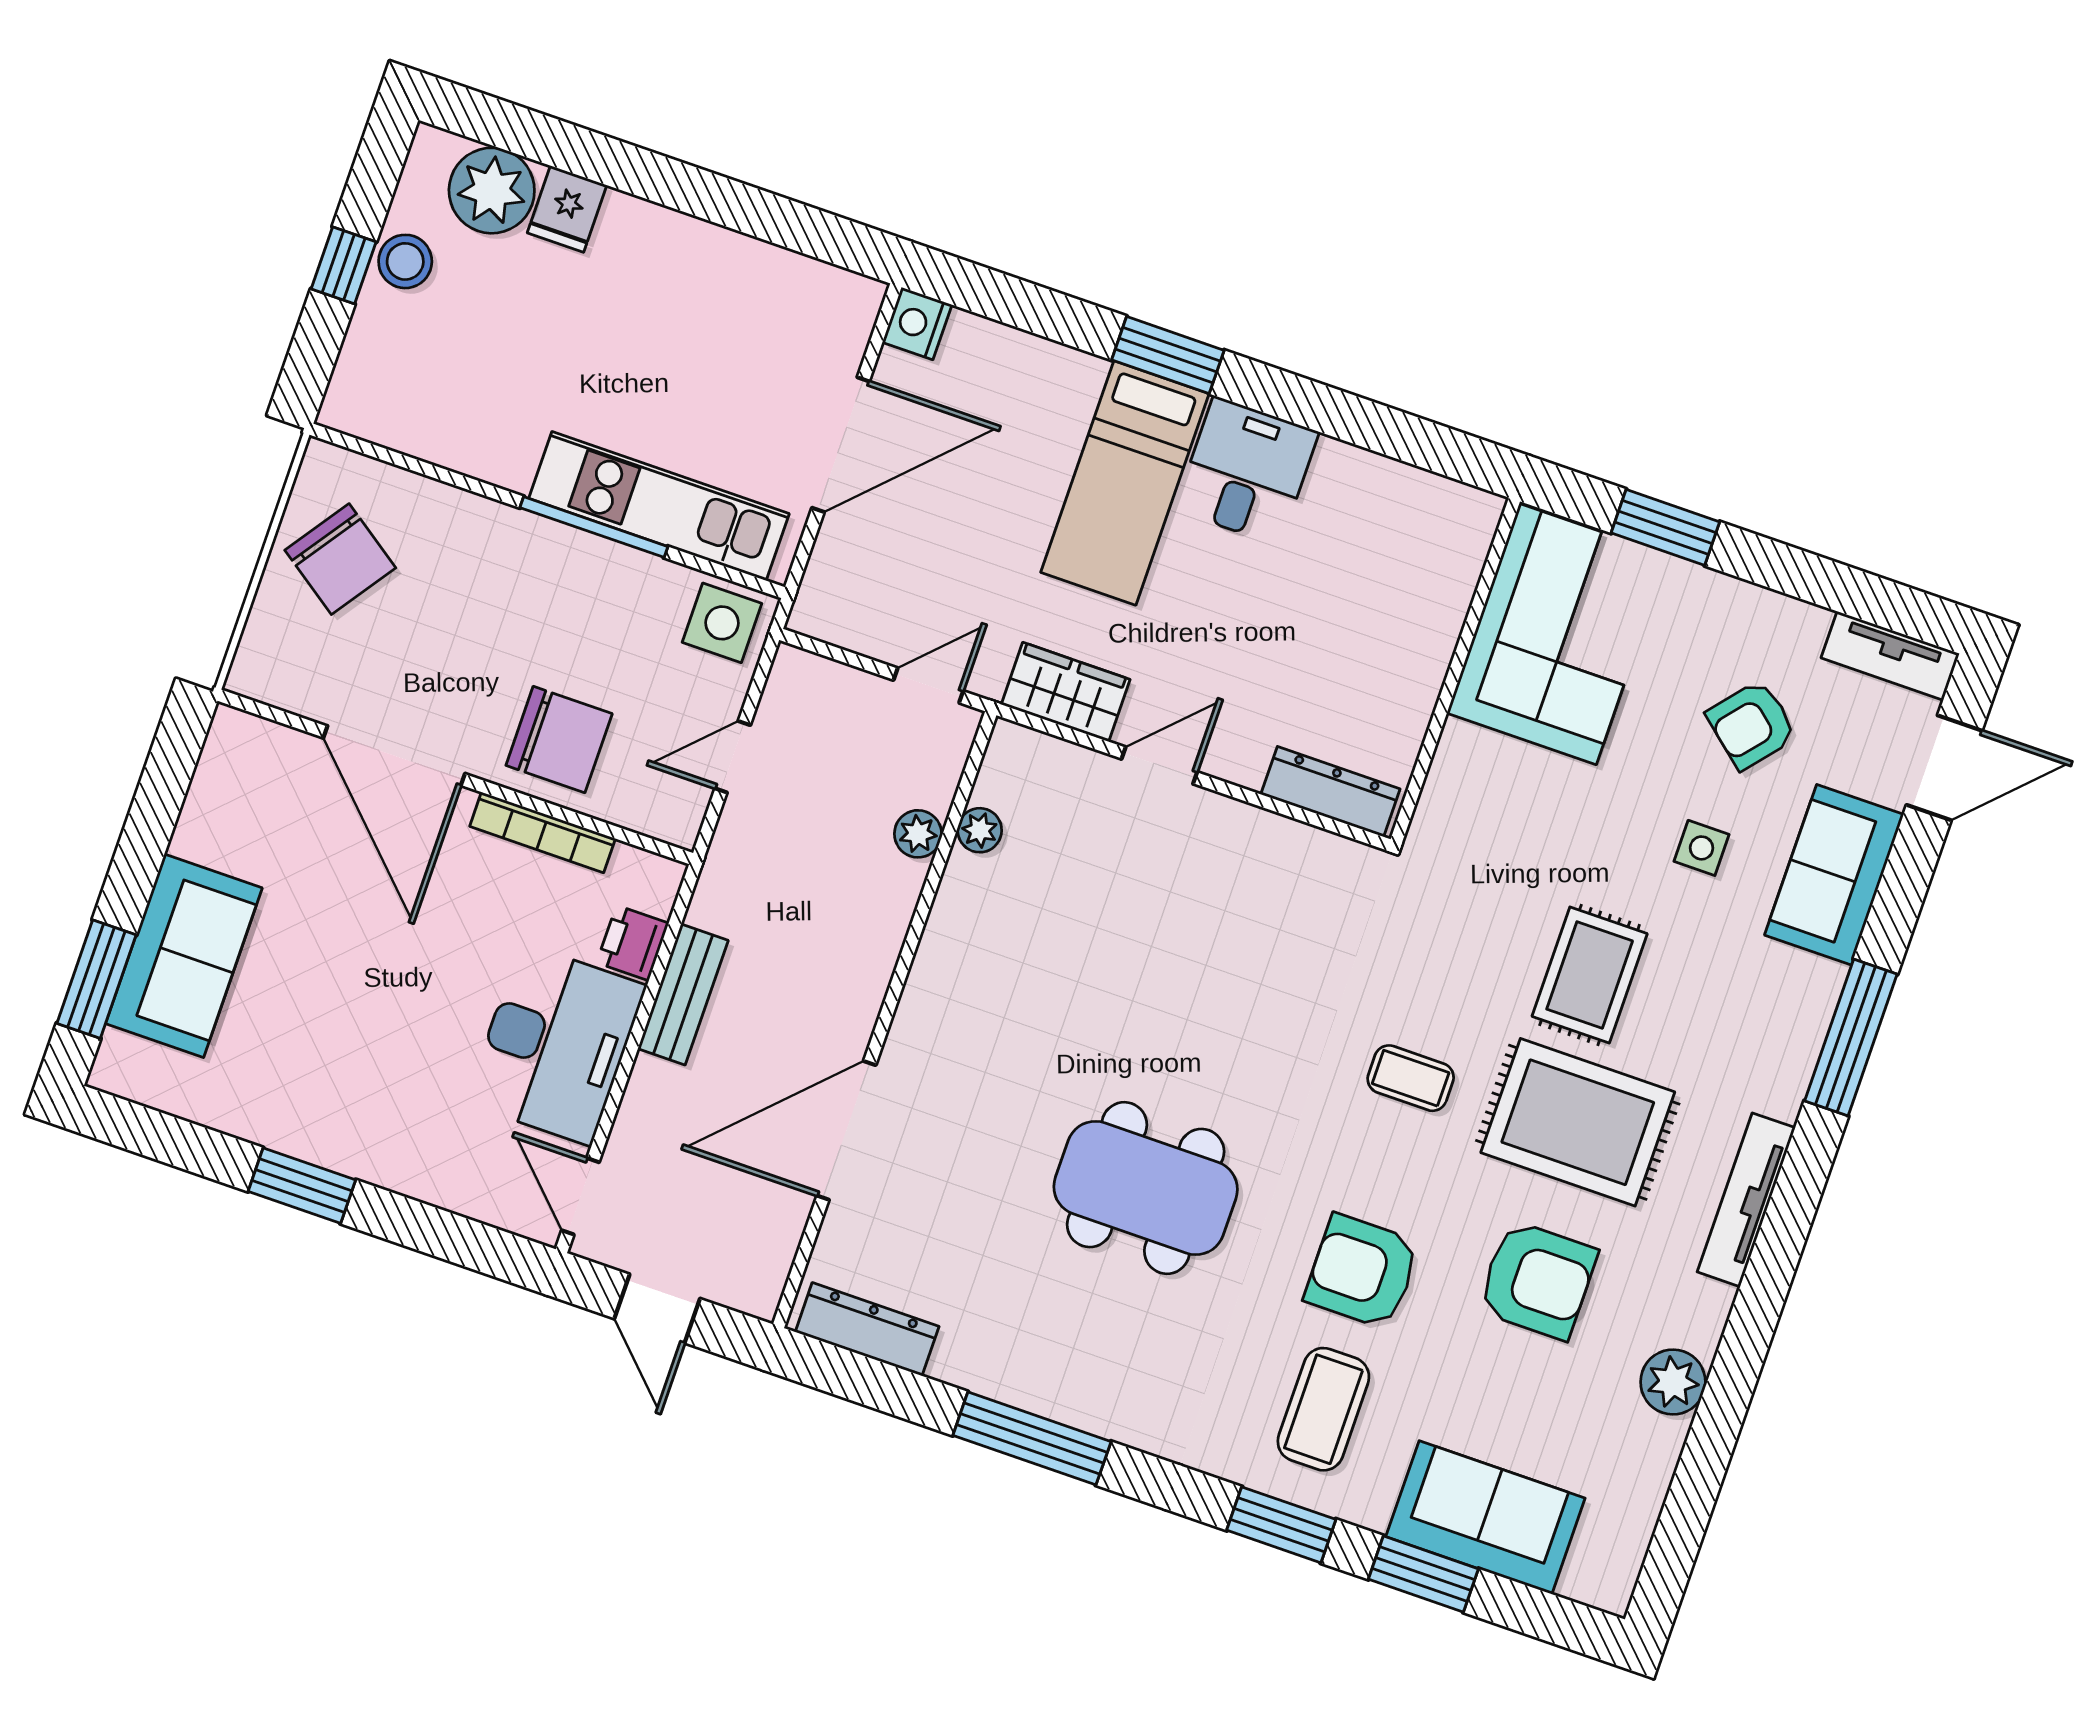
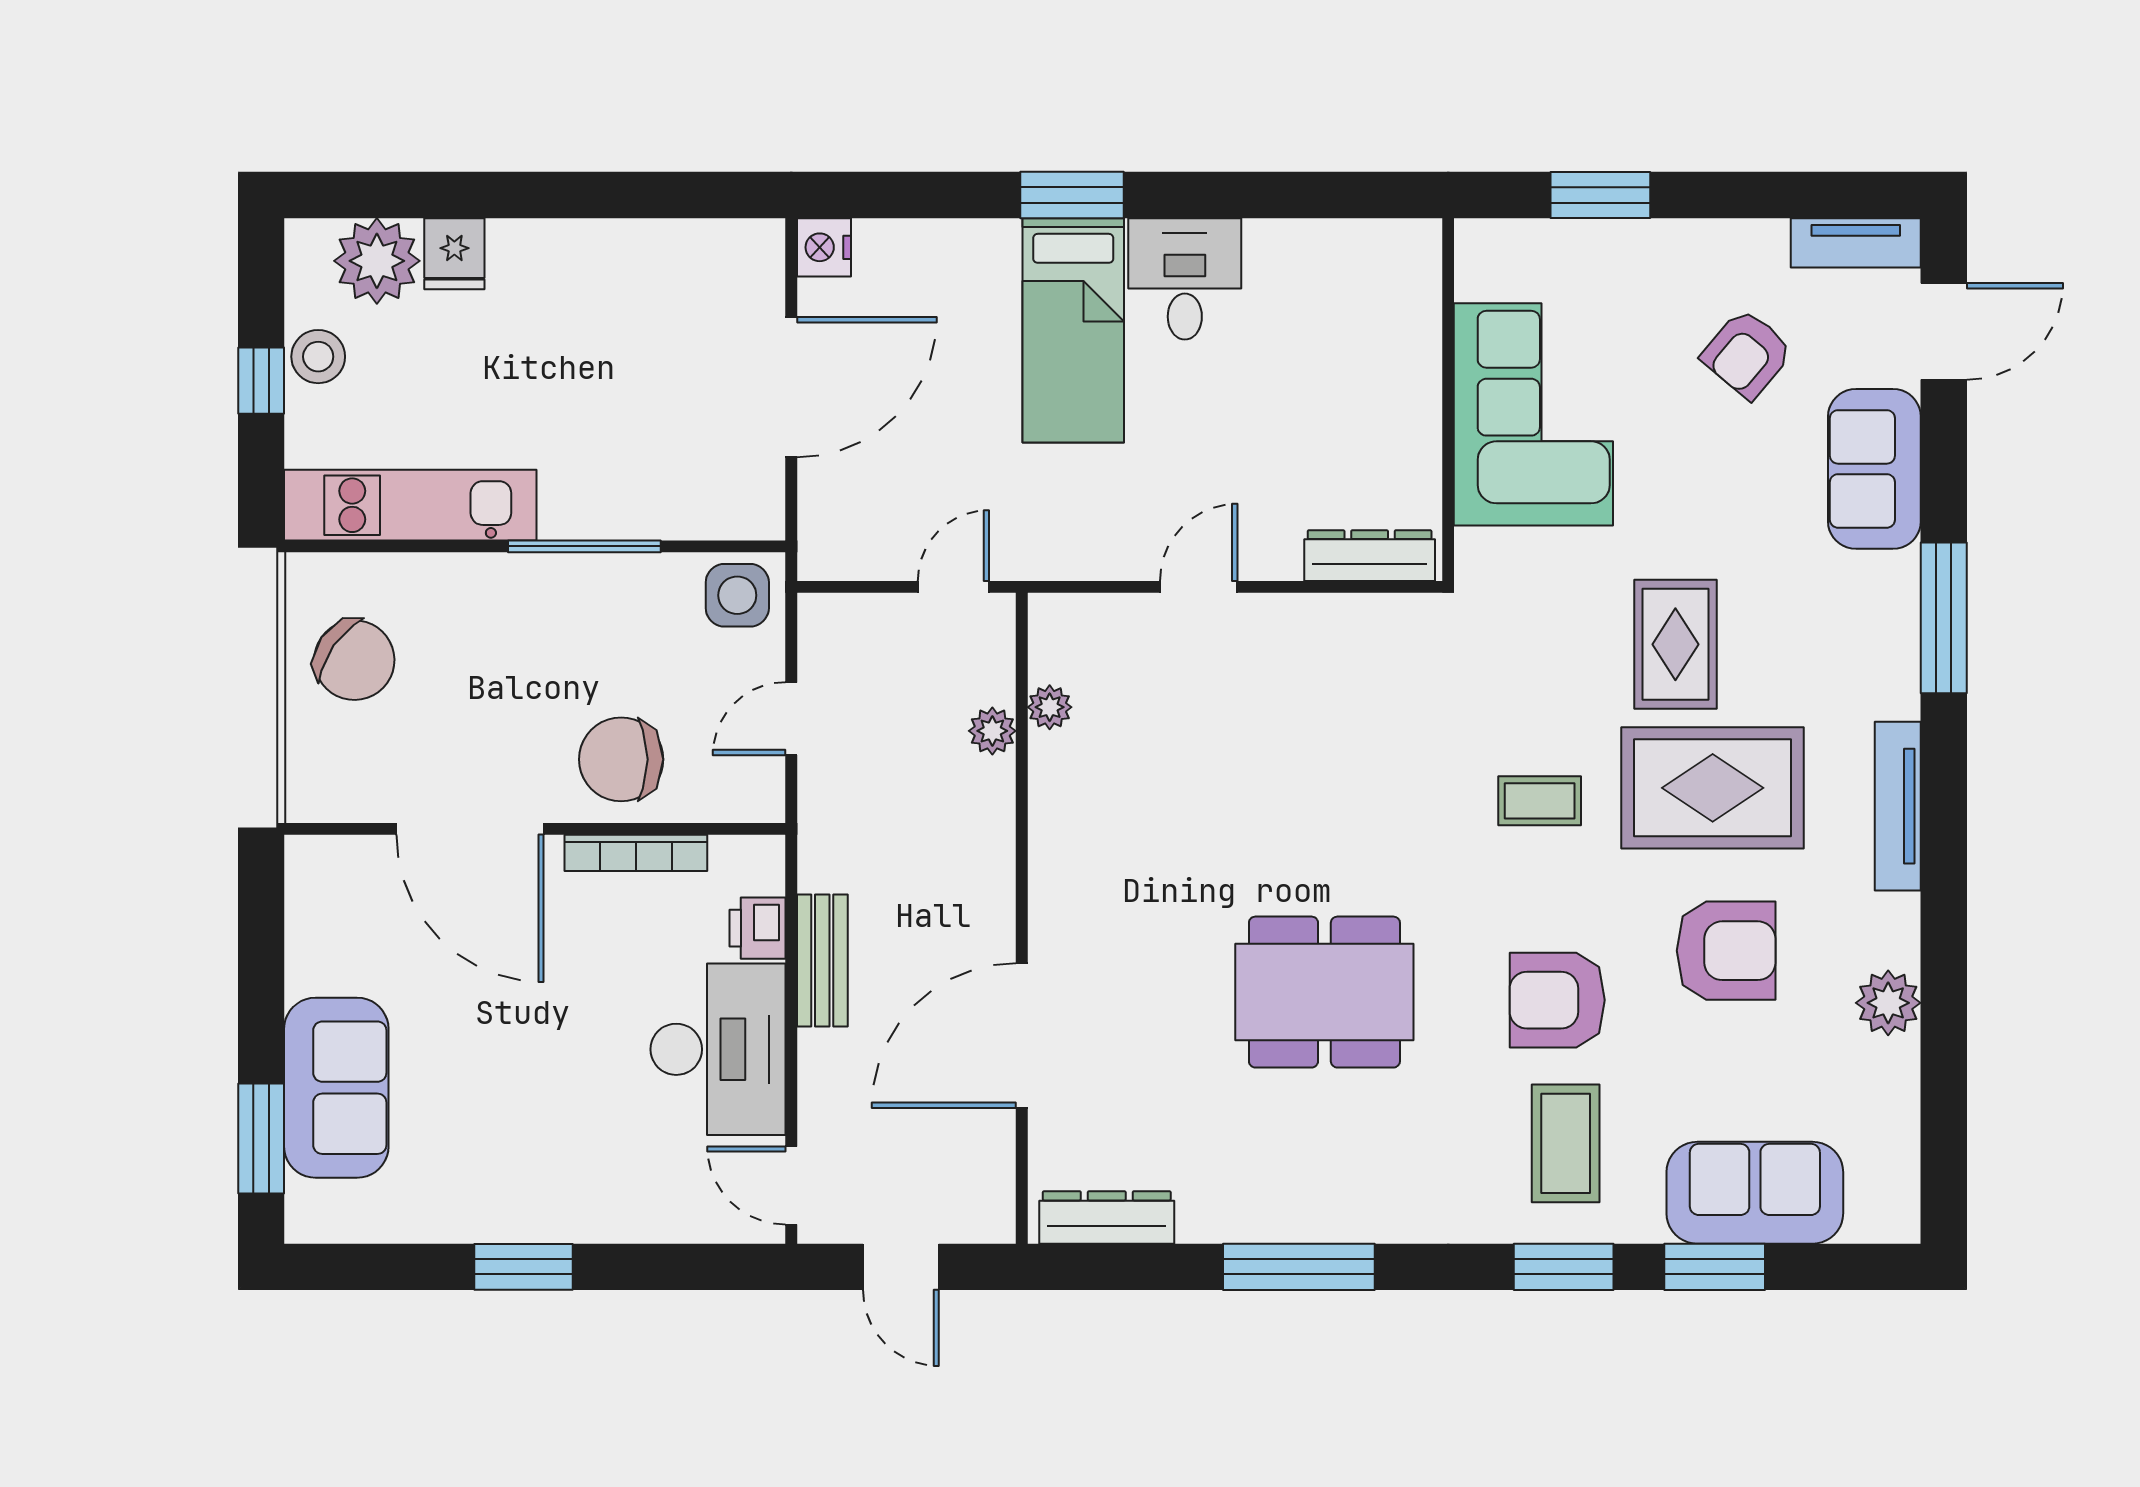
kitchen unit: (659, 506) -> (410, 505), moved
corner sofa: (1558, 634) -> (1533, 414), moved
wardrobe: (1066, 692) -> (1086, 548), removed
chair: (559, 740) -> (621, 759), turned 180
side table: (1702, 848) -> (1740, 487), removed

